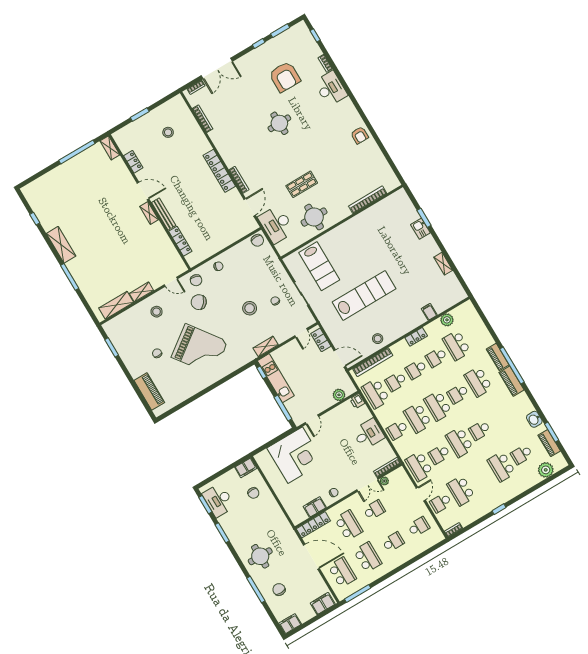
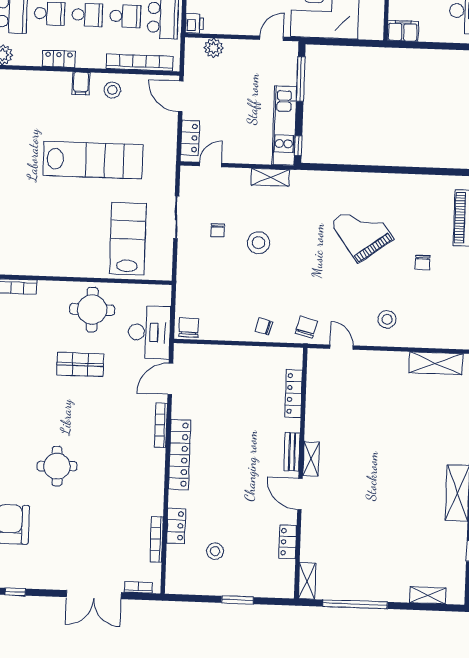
double door: (217, 69) -> (94, 595), swing flipped
locker: (197, 132) -> (176, 526), added
bench: (164, 214) -> (292, 452), width x0.73
shelving: (141, 292) -> (428, 595), moved
lab bench: (364, 295) -> (93, 160), turned 180
chair: (199, 302) -> (322, 295), removed
filing cabinet: (429, 312) -> (81, 83), moved
grand piano: (199, 349) -> (362, 231), width x0.73, depth x0.68

